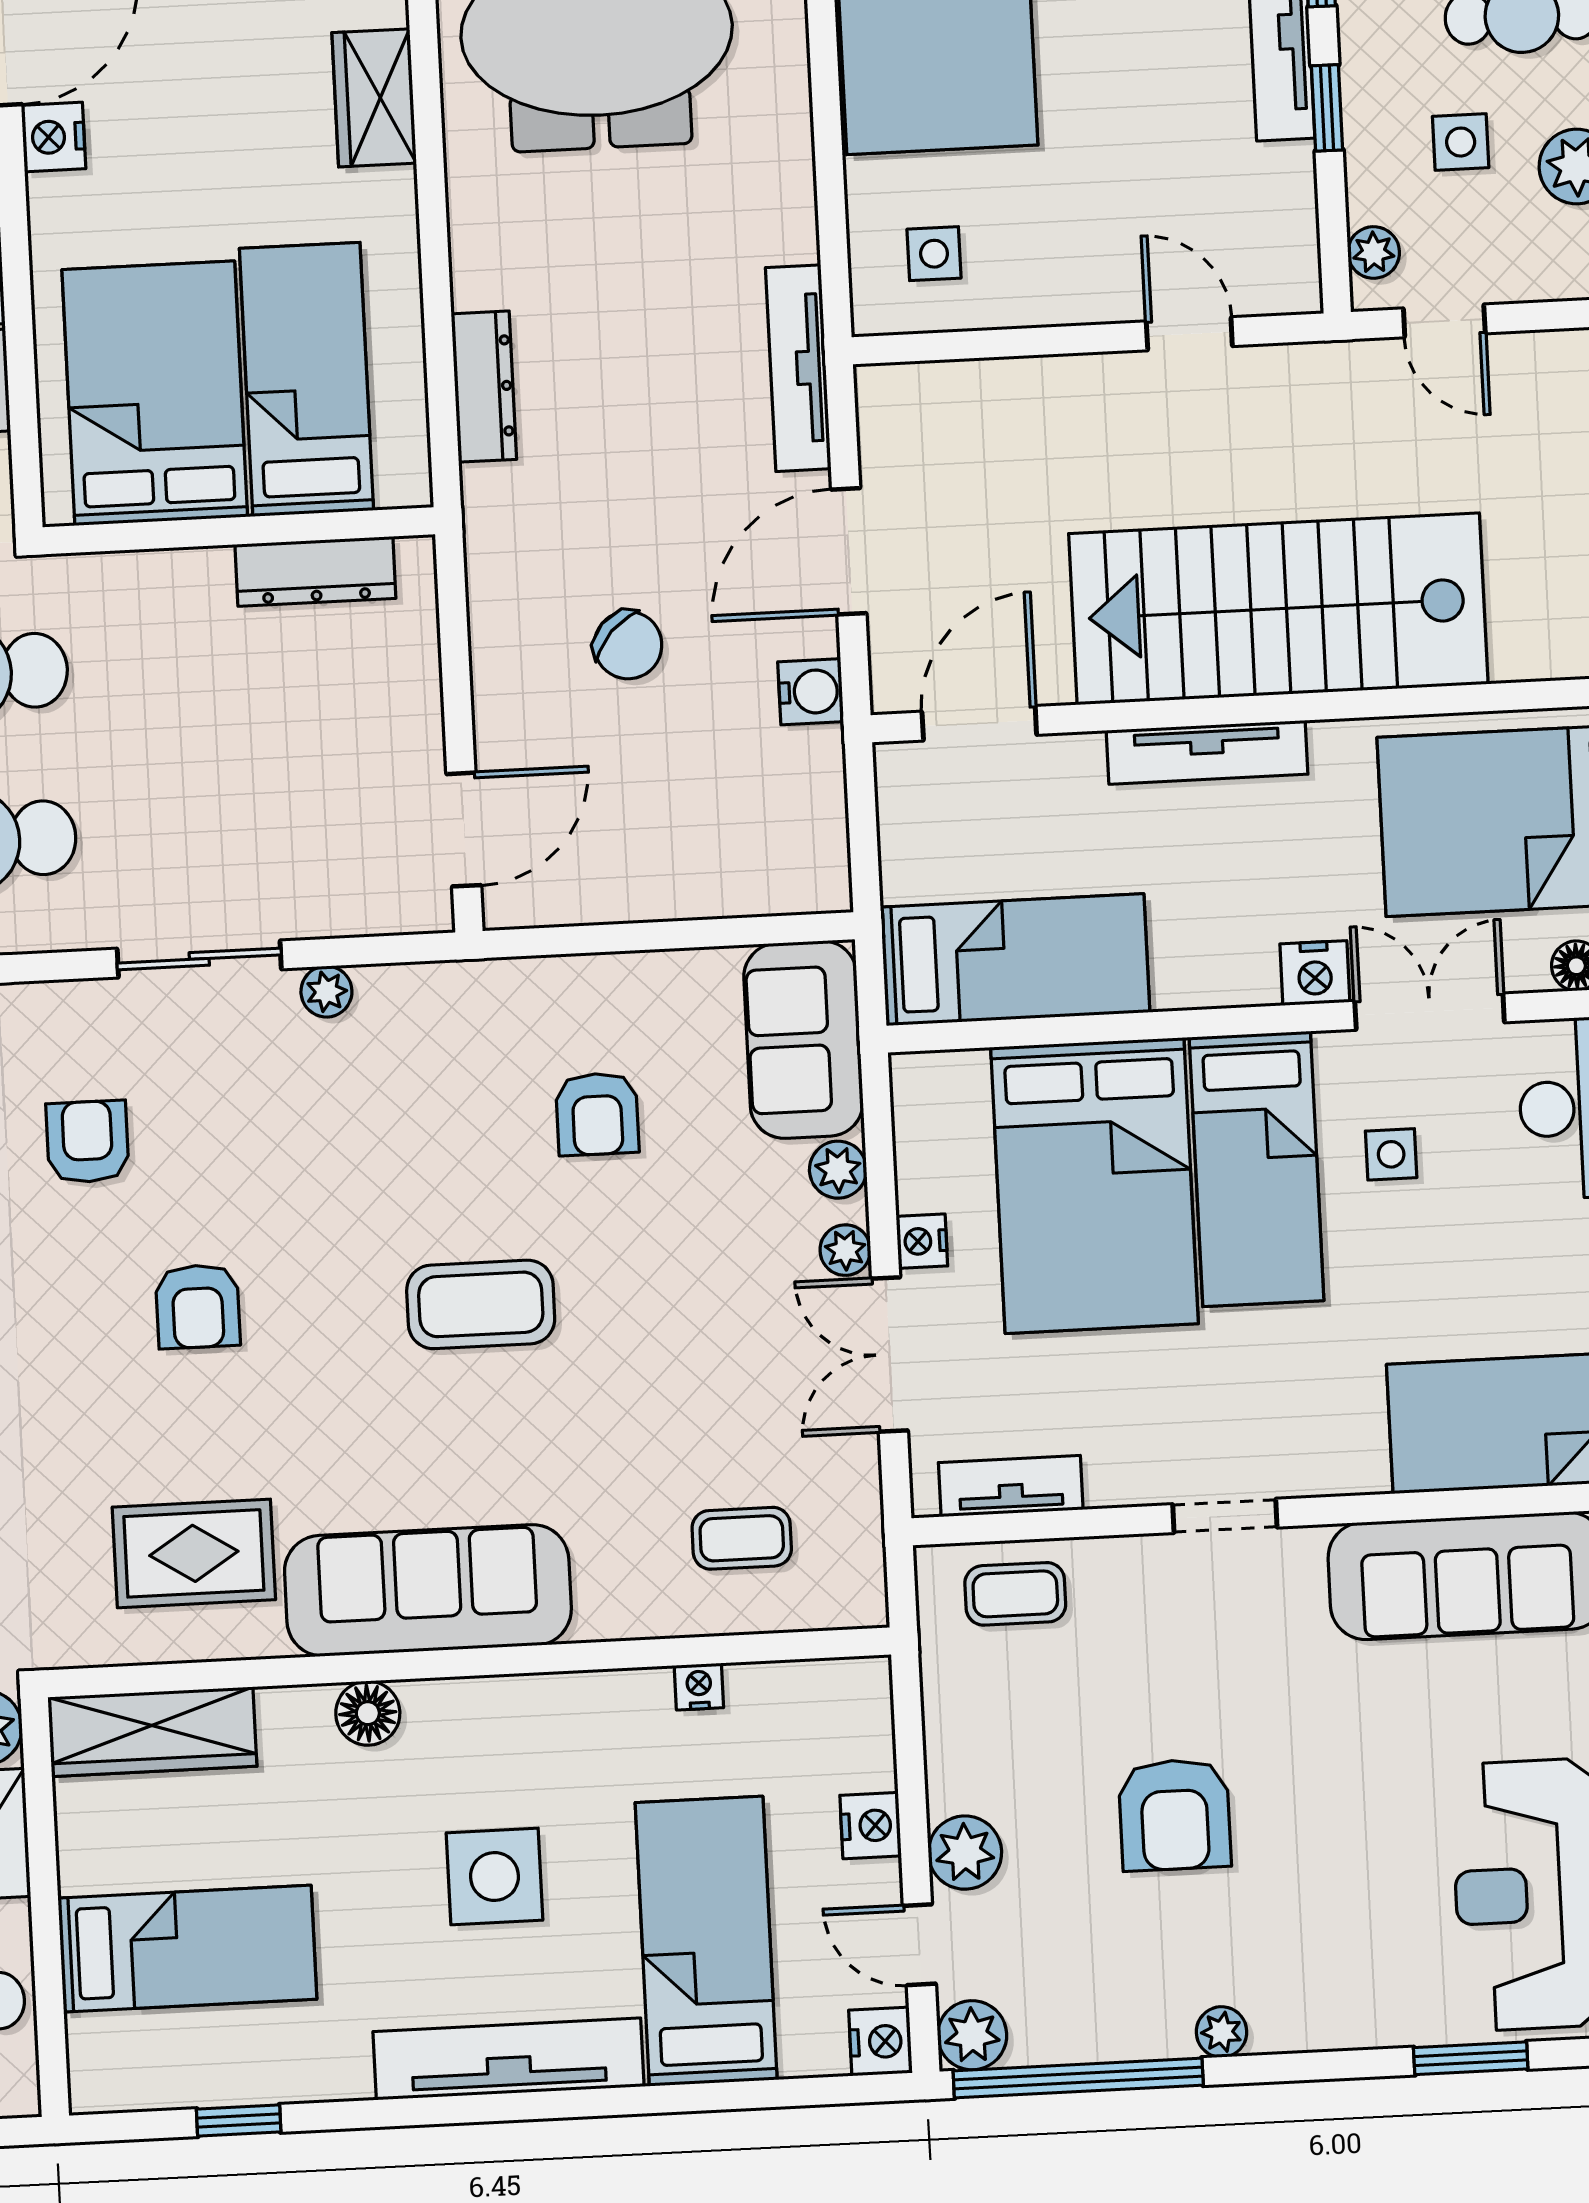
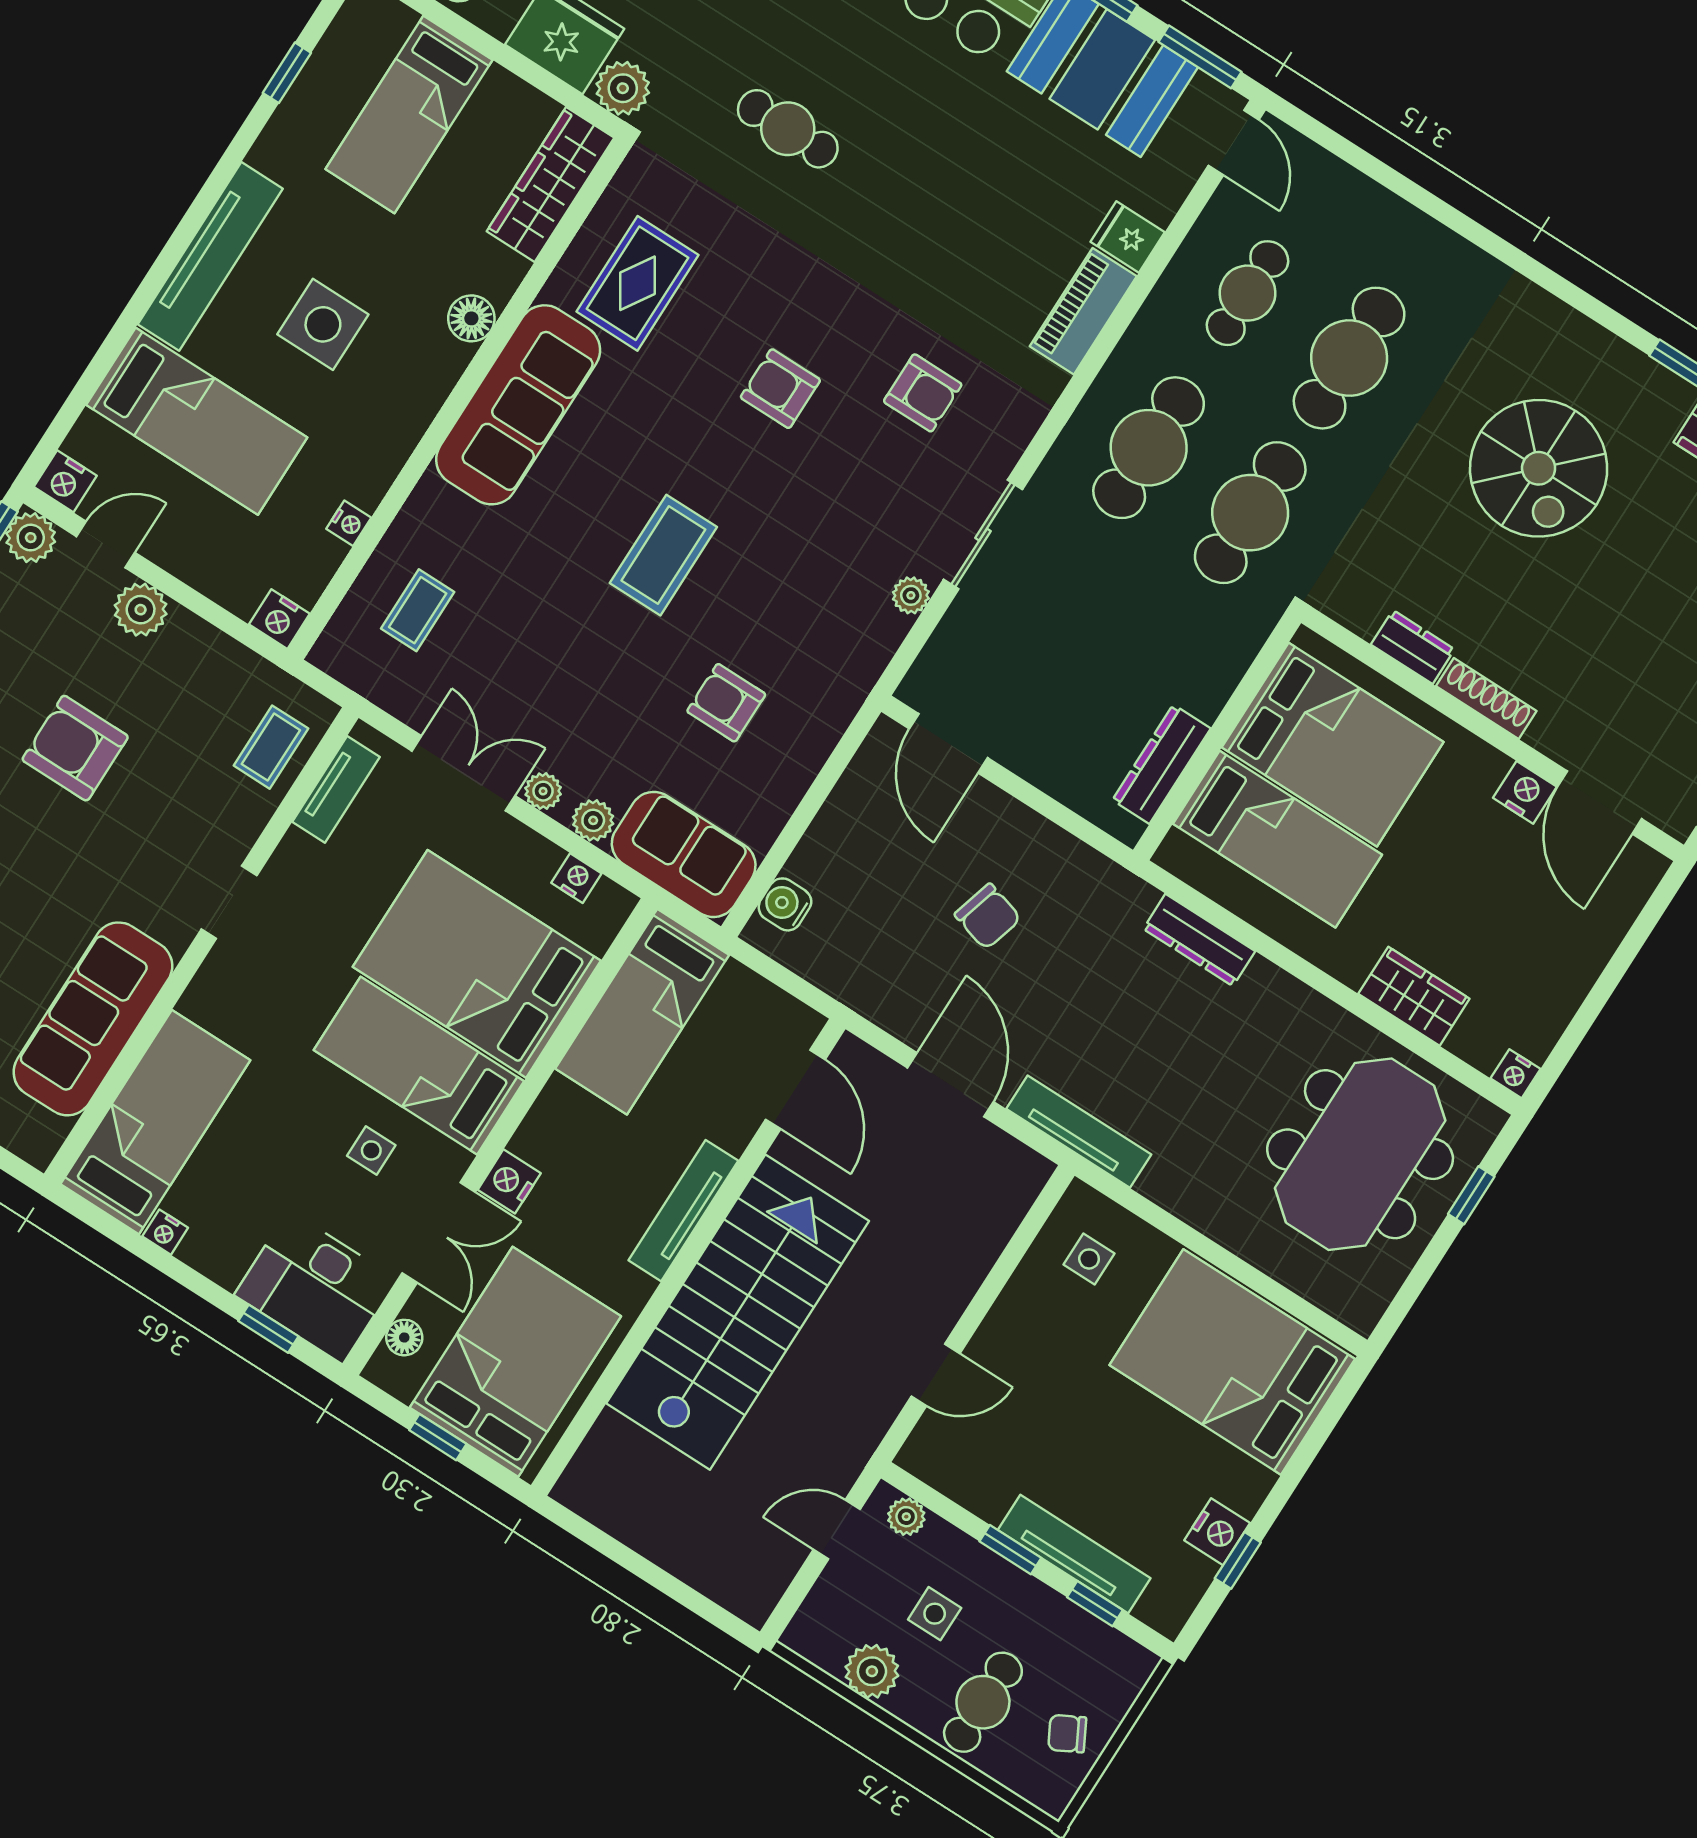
chair: (628, 645) -> (988, 916), turned -117
water cooler: (811, 692) -> (785, 904), moved, turned 90
nightstand: (922, 1241) -> (576, 878), moved
nightstand: (871, 1826) -> (279, 619), moved

